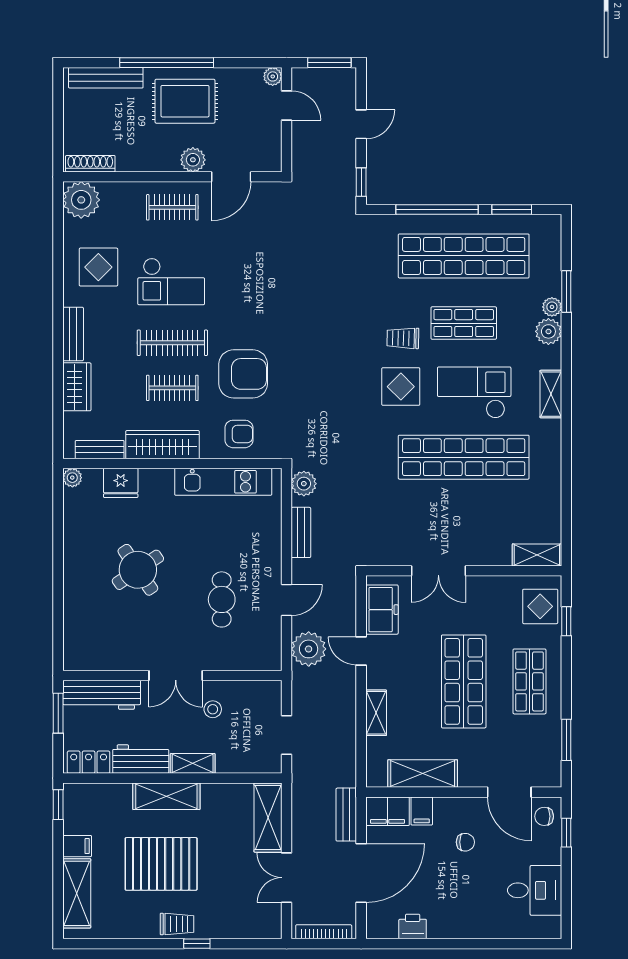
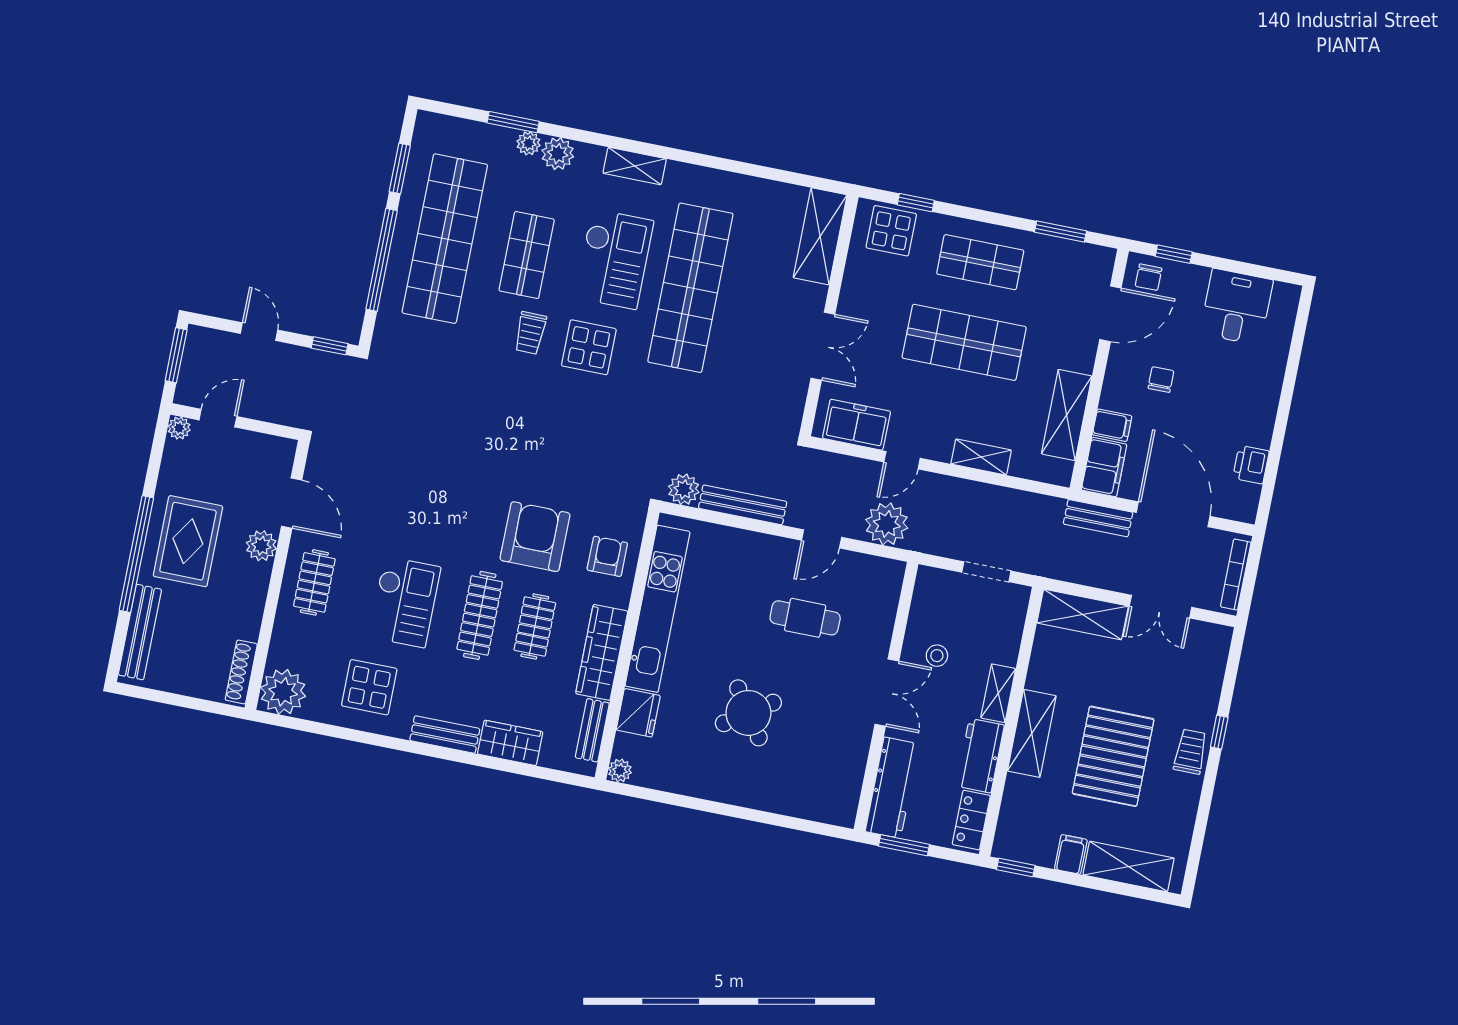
checkout: (474, 393) -> (614, 259), turned 180
kitchen unit: (223, 482) -> (658, 609), width x1.36
bench: (301, 532) -> (743, 505), width x1.36
shelving: (537, 555) -> (820, 236), width x1.50, depth x1.33
door: (287, 600) -> (822, 539), swing flipped

